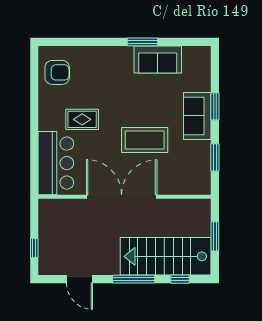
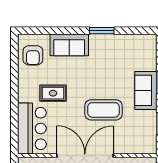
sofa: (158, 60) -> (69, 45), moved
armchair: (57, 72) -> (33, 55), turned 90

